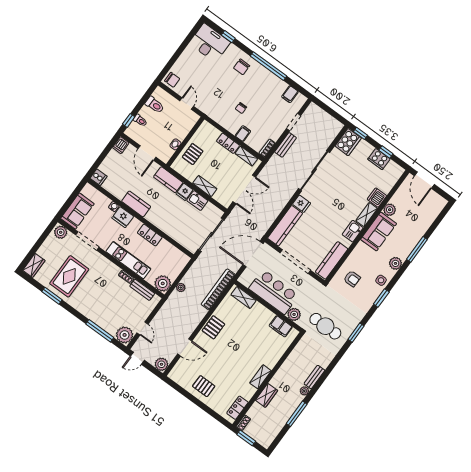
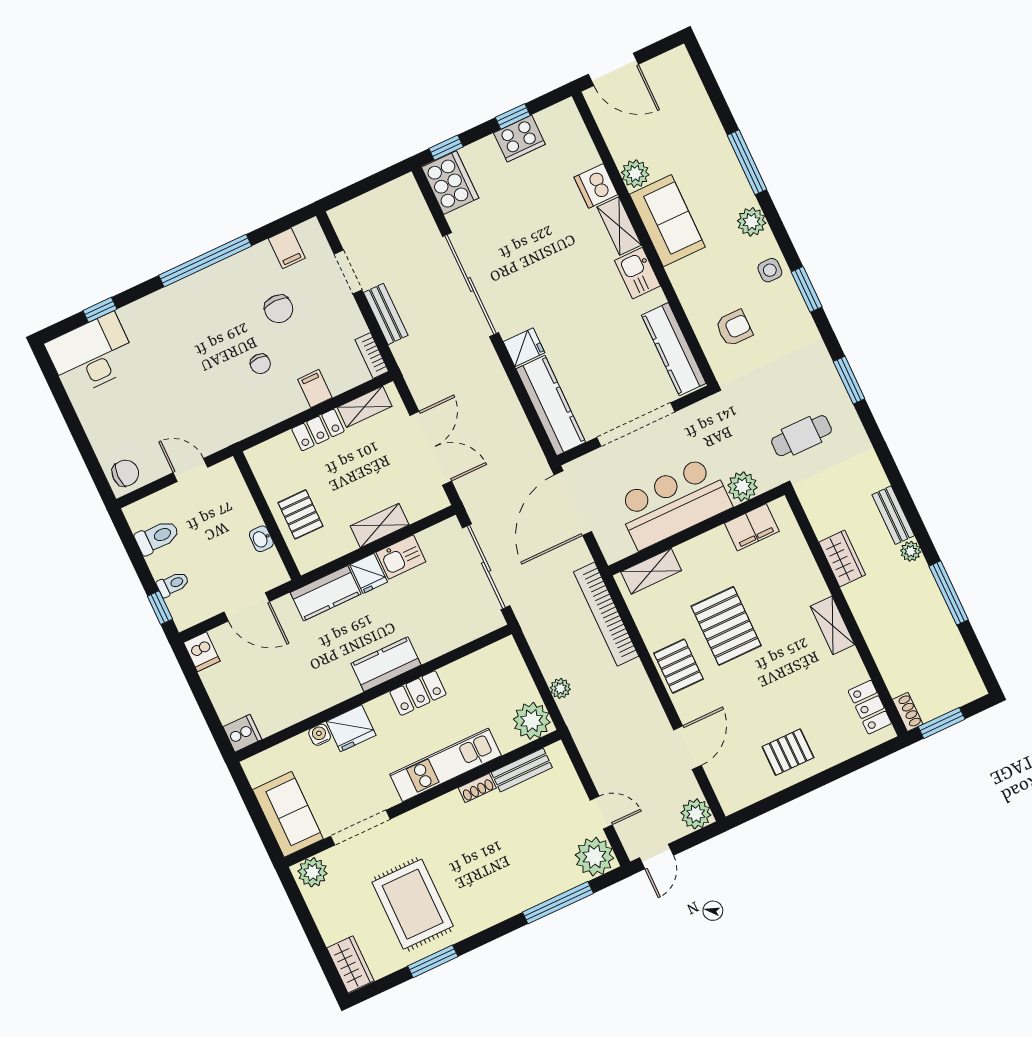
chair: (242, 67) -> (279, 309), moved
kitchen counter: (136, 204) -> (386, 664), moved
cafe table: (325, 326) -> (801, 436), width x0.73, depth x0.74
pallet: (238, 337) -> (726, 626), added
wardrobe: (267, 395) -> (842, 559), moved

